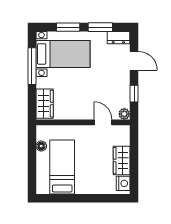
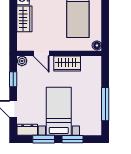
bed with nightstands: (63, 54) -> (59, 111), moved, turned 90
wardrobe: (45, 104) -> (67, 64), moved, turned -90
floor lamp: (41, 146) -> (97, 45), moved

